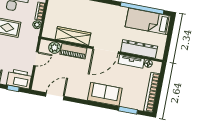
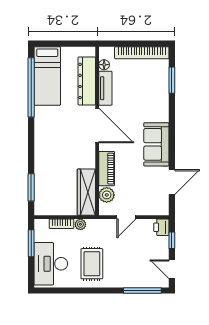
wardrobe: (73, 36) -> (86, 192), moved
door: (36, 59) -> (126, 217), swing flipped
printer: (19, 79) -> (161, 227), width x0.53, depth x0.68
sofa: (105, 94) -> (156, 144), moved
door: (55, 96) -> (172, 182), swing flipped

